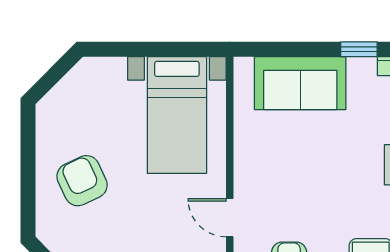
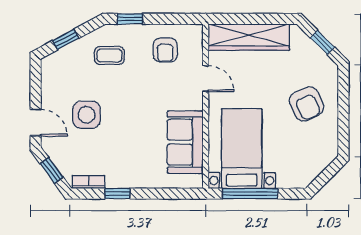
window: (165, 49) -> (250, 194), added
sofa: (300, 83) -> (185, 142), moved, turned -90

